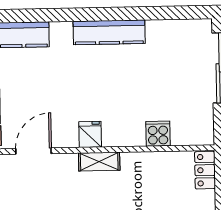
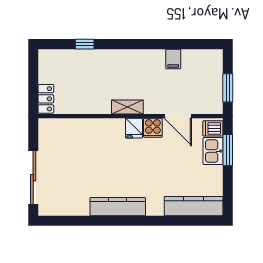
cooker: (158, 134) -> (153, 128), moved
door: (33, 151) -> (178, 116), hinge flipped

